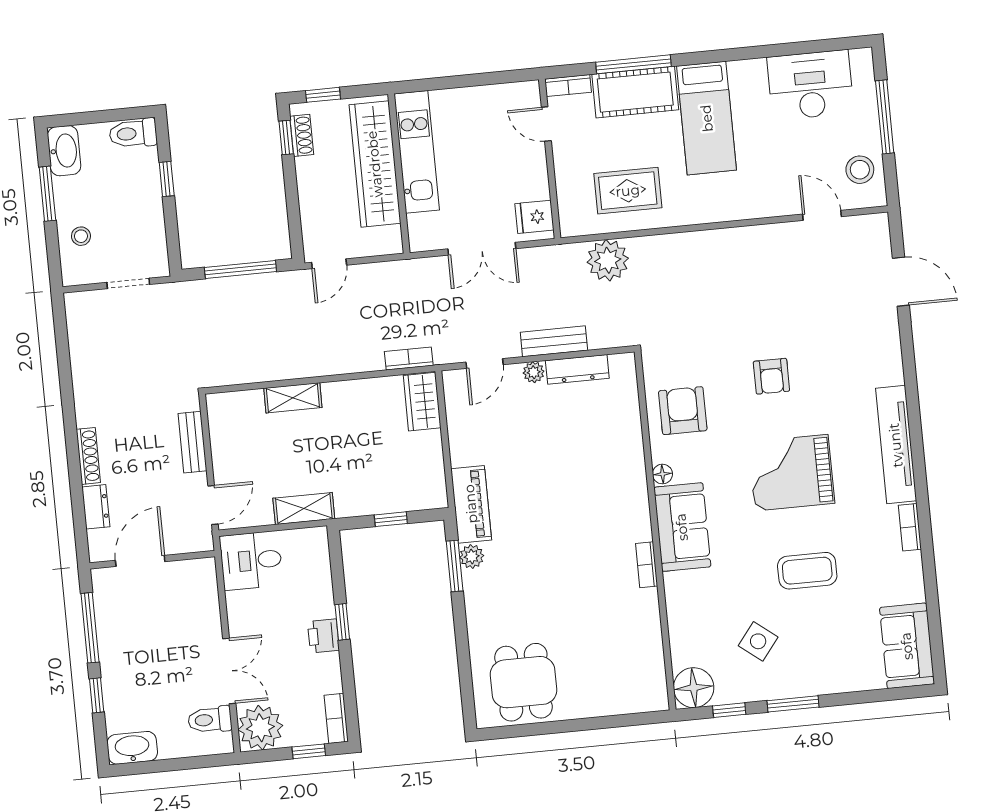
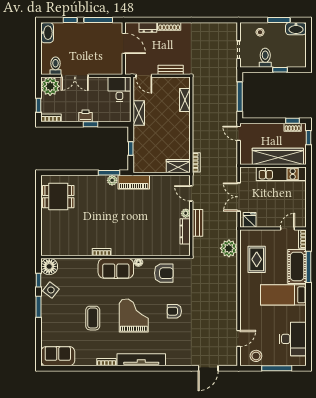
toilet: (133, 133) -> (265, 58), moved
shelving: (293, 398) -> (185, 100), moved
side table: (758, 641) -> (51, 290), moved

